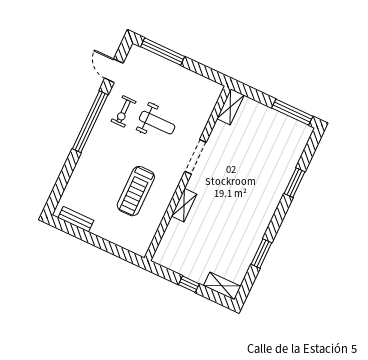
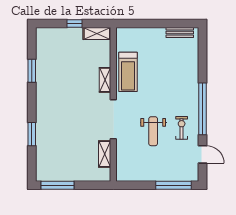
shelving: (230, 107) -> (105, 154), moved
weight bench: (157, 123) -> (153, 131), turned -90
doorway: (195, 157) -> (113, 119), width x1.36
treadmill: (136, 191) -> (128, 72), moved, turned 180
shelving: (222, 286) -> (97, 33), moved

